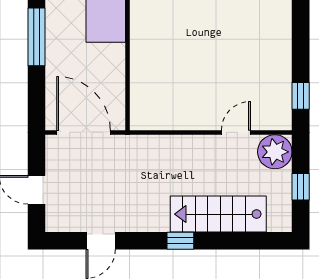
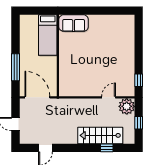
window: (37, 37) -> (16, 67), moved
window: (180, 241) -> (107, 148), moved

